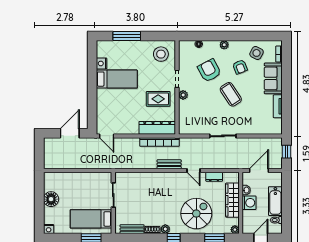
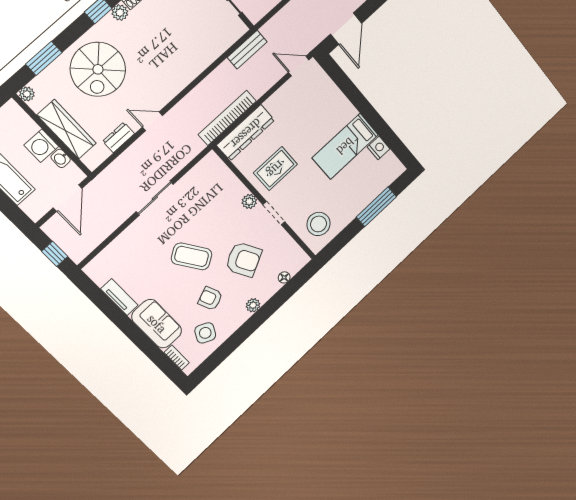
bench: (169, 164) -> (247, 50), moved

